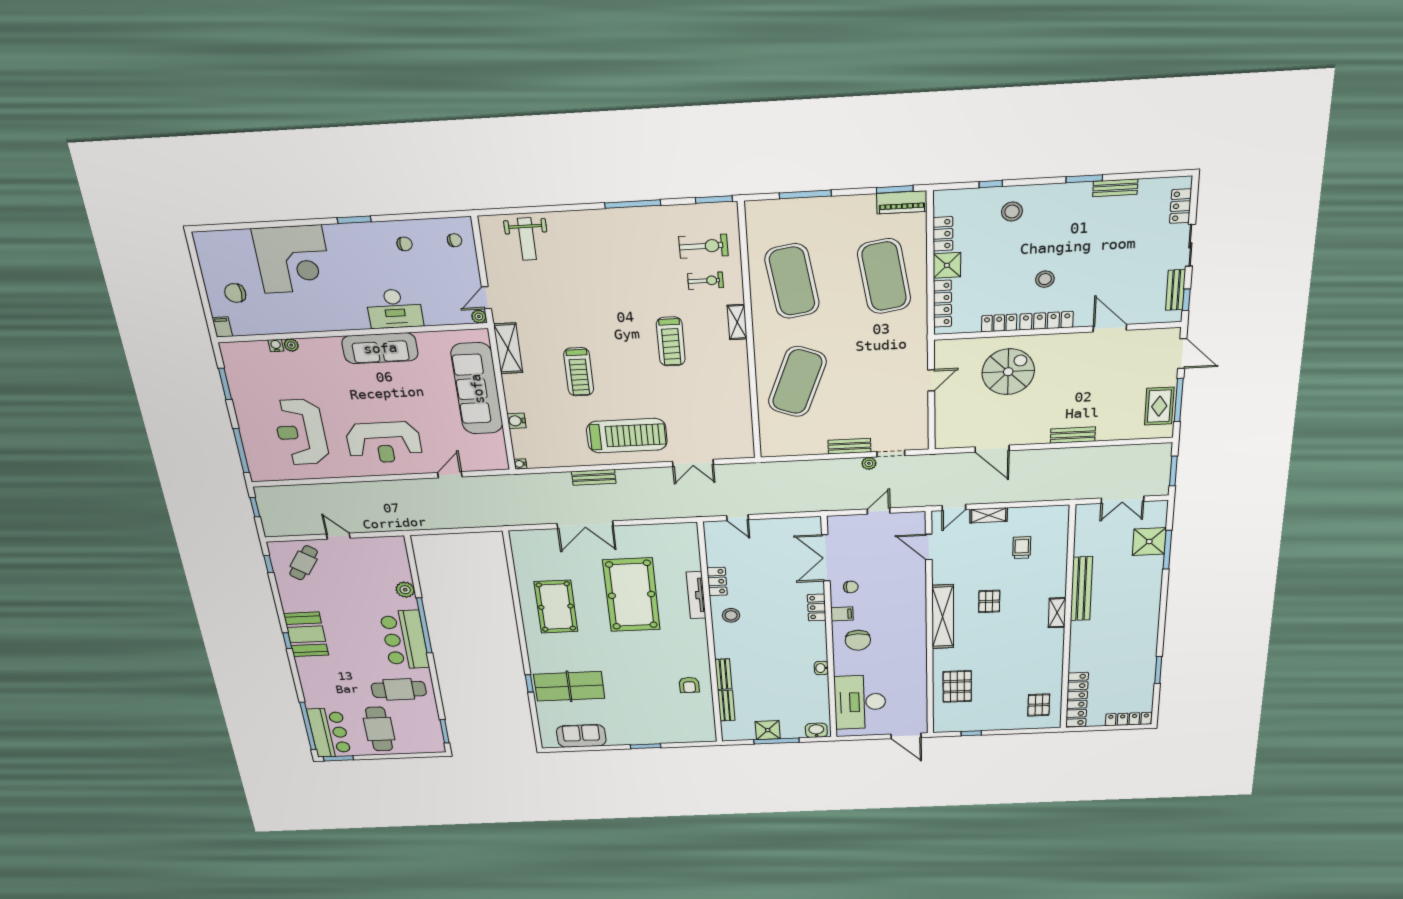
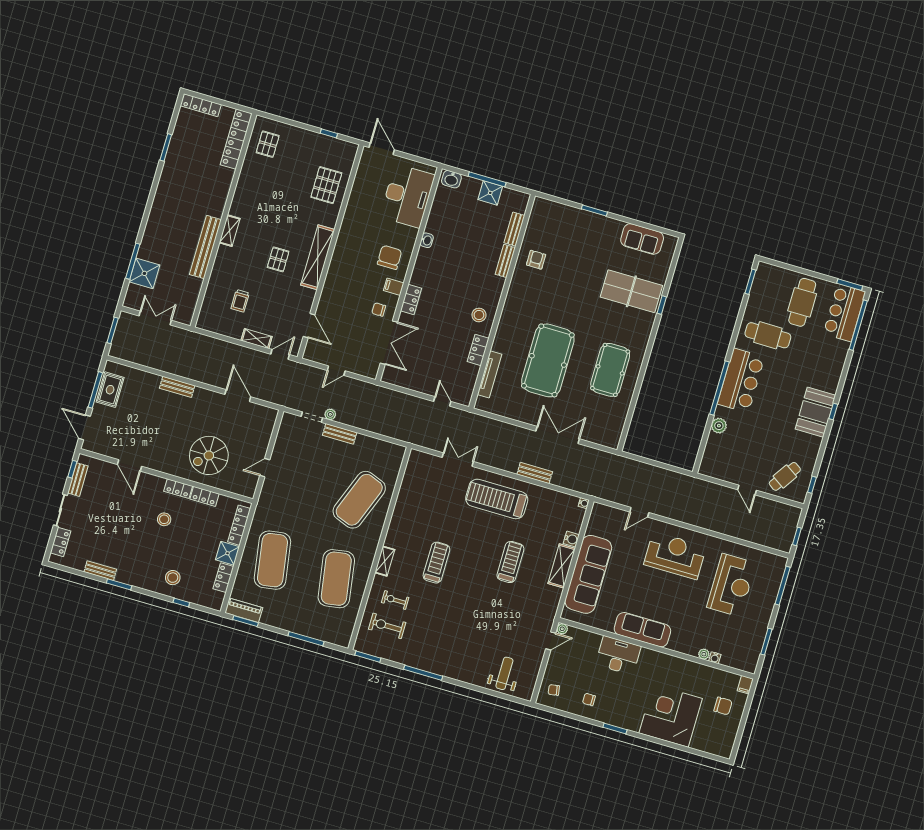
locker: (1047, 321) -> (178, 489), width x0.66
shelving: (508, 348) -> (562, 566), moved
tv unit: (696, 595) -> (490, 374), moved

